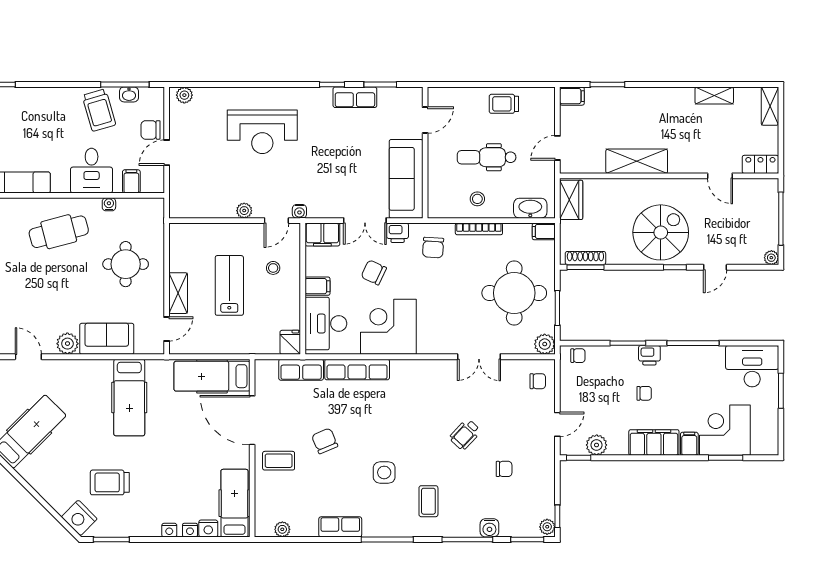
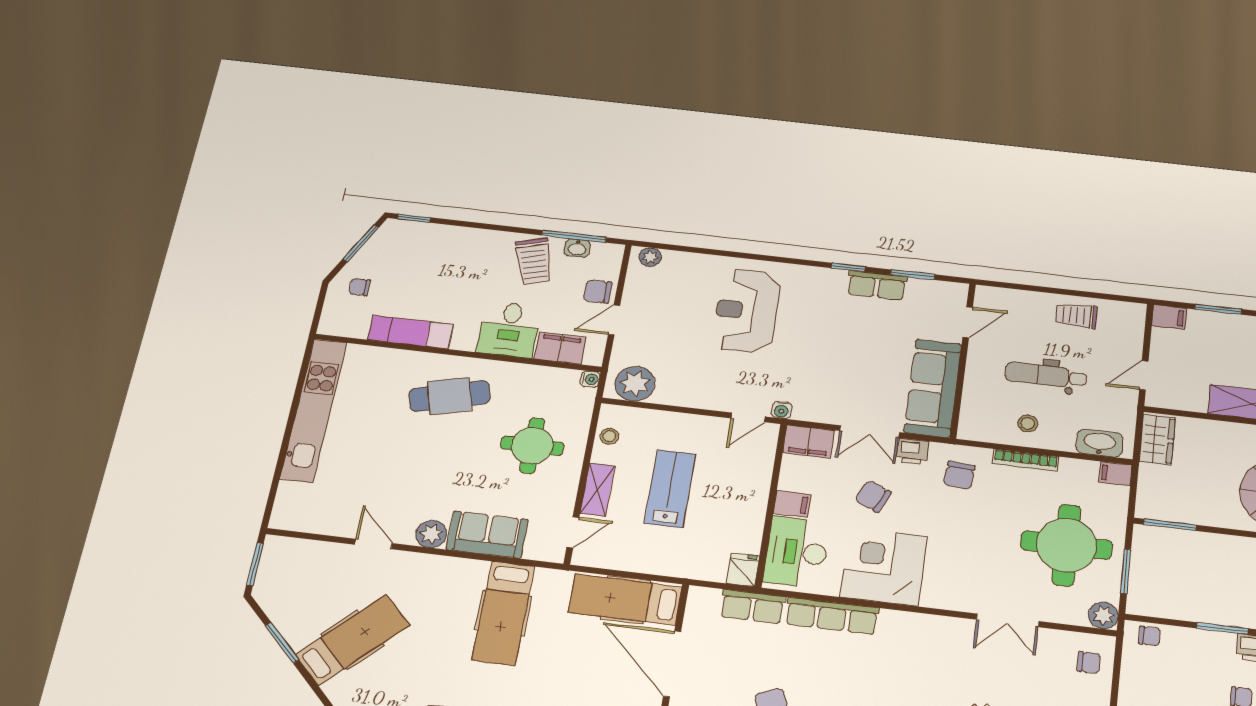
reception desk: (262, 132) -> (747, 311), turned 90
filing cabinet: (131, 181) -> (560, 348), width x2.00
water cooler: (109, 204) -> (590, 379), moved, turned 90
plant: (244, 211) -> (635, 384), moved, width x1.88, depth x1.88
shoe rack: (585, 258) -> (1171, 513), removed
stool: (273, 268) -> (609, 436), moved

